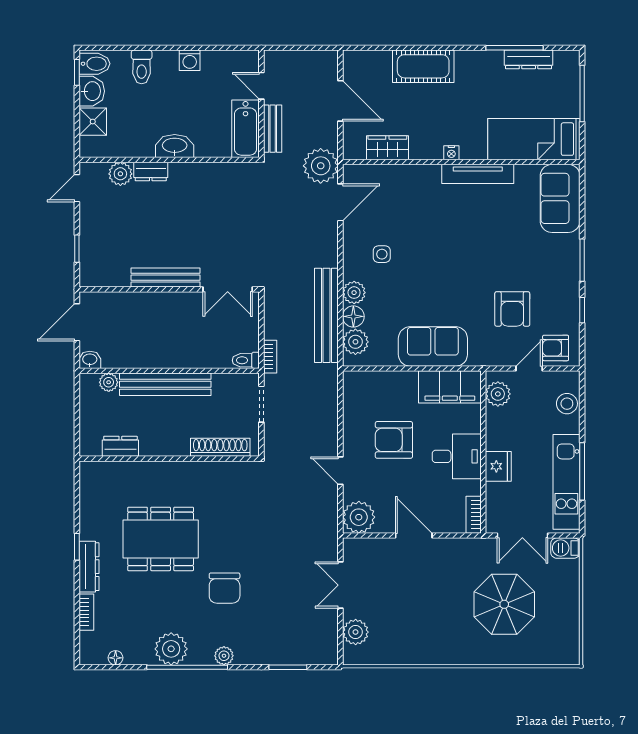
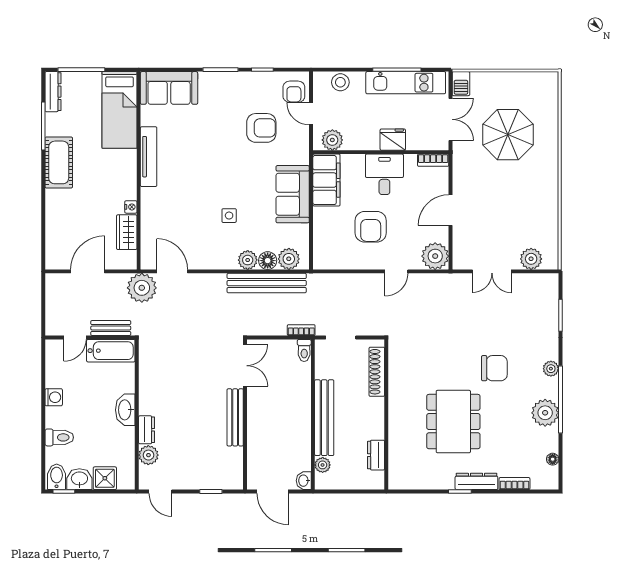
dresser: (529, 59) -> (53, 92), moved
cot: (423, 66) -> (59, 162), moved
nightstand: (451, 153) -> (131, 207), moved
side table: (382, 254) -> (229, 216), moved

